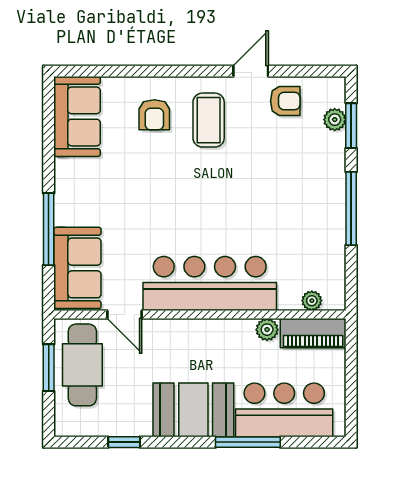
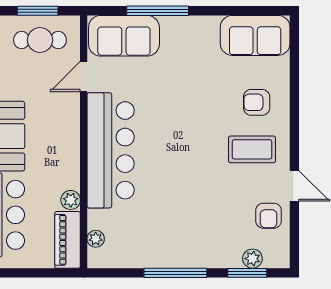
cafe table: (82, 365) -> (40, 40), width x0.73, depth x0.74

